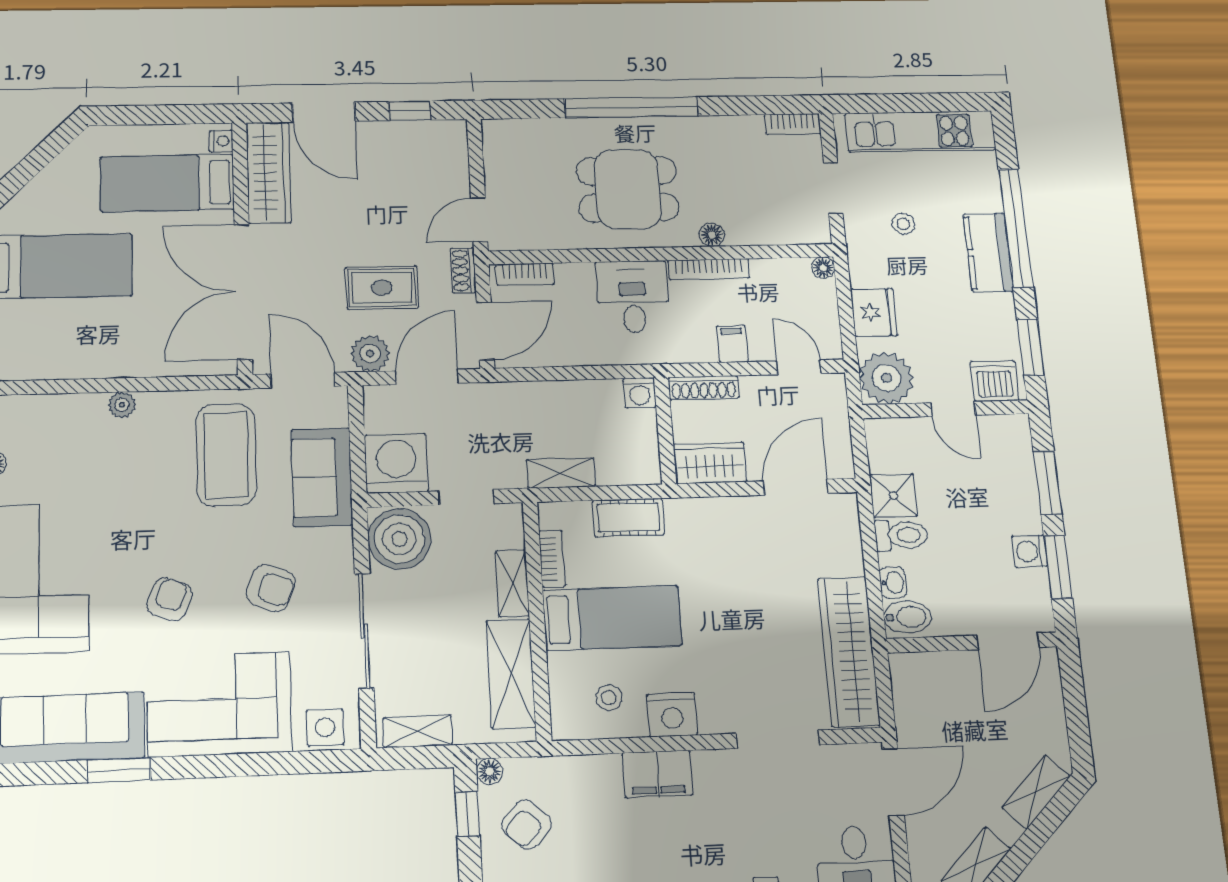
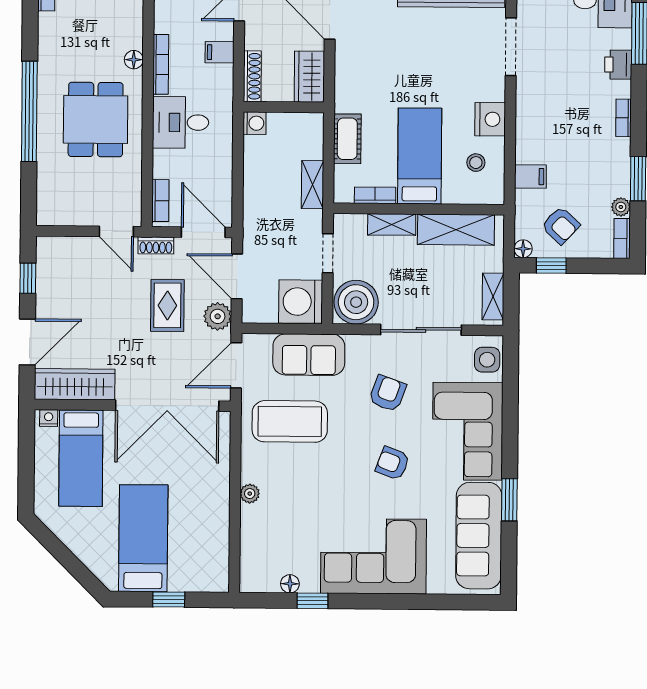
filing cabinet: (658, 774) -> (530, 177), moved, width x0.50

